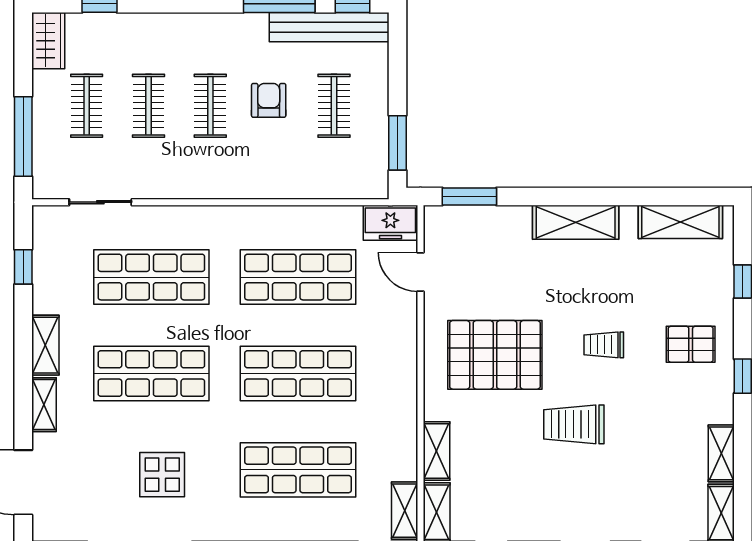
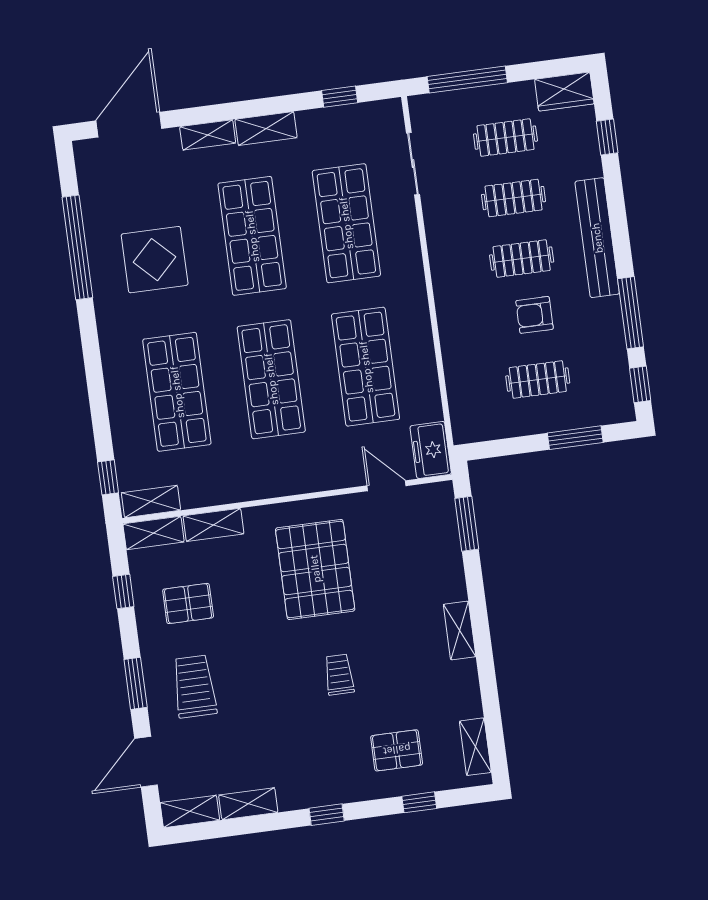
bench: (329, 27) -> (597, 238), moved
armchair: (269, 100) -> (535, 315), turned 180
window: (397, 143) -> (575, 438), moved
shelving: (576, 222) -> (460, 631), width x0.67, depth x0.75
shelving: (680, 222) -> (475, 747), width x0.67, depth x0.75
door: (420, 272) -> (386, 486), hinge flipped
pallet: (691, 344) -> (397, 750), moved, turned 90
trolley: (574, 424) -> (194, 686), moved
display table: (162, 475) -> (155, 260), width x1.36, depth x1.36
pallet: (512, 487) -> (188, 603), added

